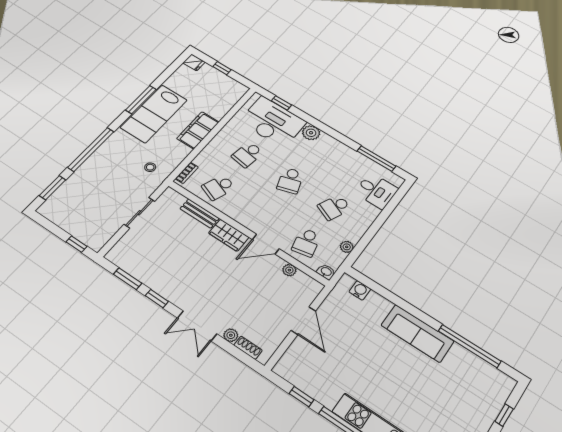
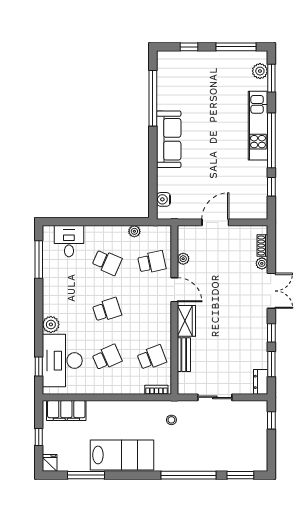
window: (141, 100) -> (86, 475), moved
filing cabinet: (198, 130) -> (66, 410), moved
school desk: (248, 155) -> (107, 358), turned -33
school desk: (218, 187) -> (152, 358), turned -42
dresser: (119, 259) -> (261, 382), added
washbasin: (326, 272) -> (166, 232), removed

